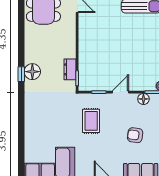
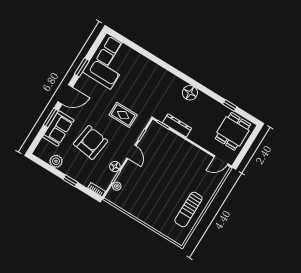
dresser: (70, 69) -> (177, 126), width x1.44
window: (21, 74) -> (230, 105), moved
armchair: (135, 135) -> (91, 142), width x1.88, depth x1.88

